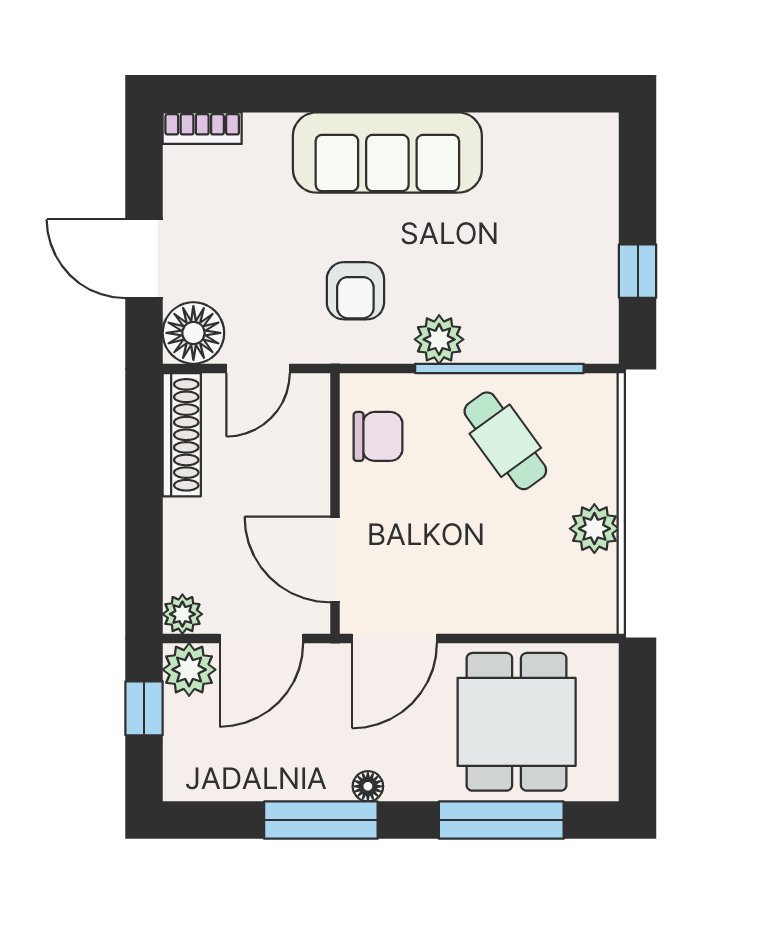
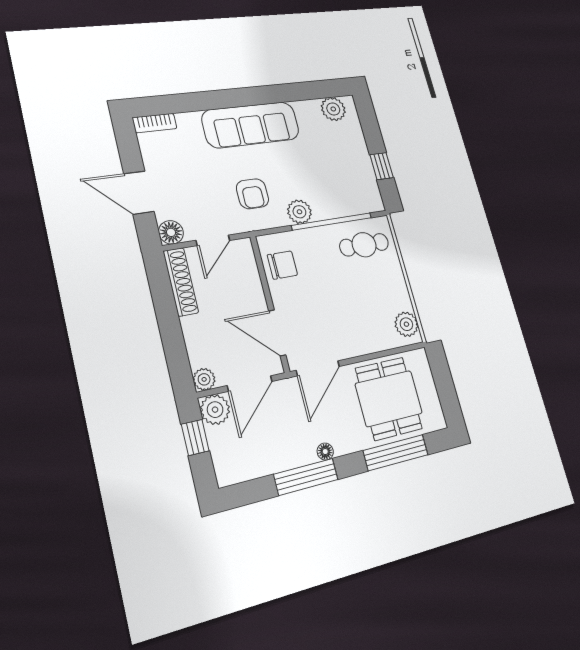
plant: (568, 138) -> (333, 109), added
floor lamp: (193, 333) -> (171, 232), width x0.73, depth x0.73
cafe table: (505, 441) -> (364, 245), moved, turned -54
plant: (594, 529) -> (406, 324), moved

